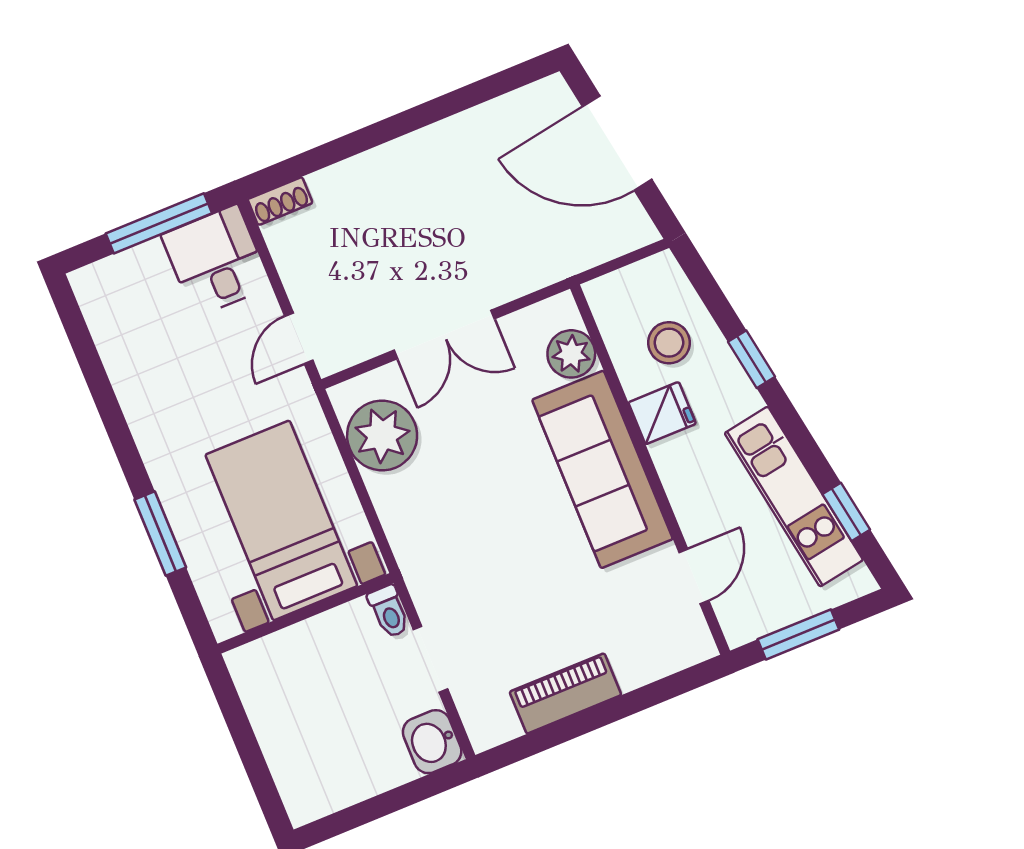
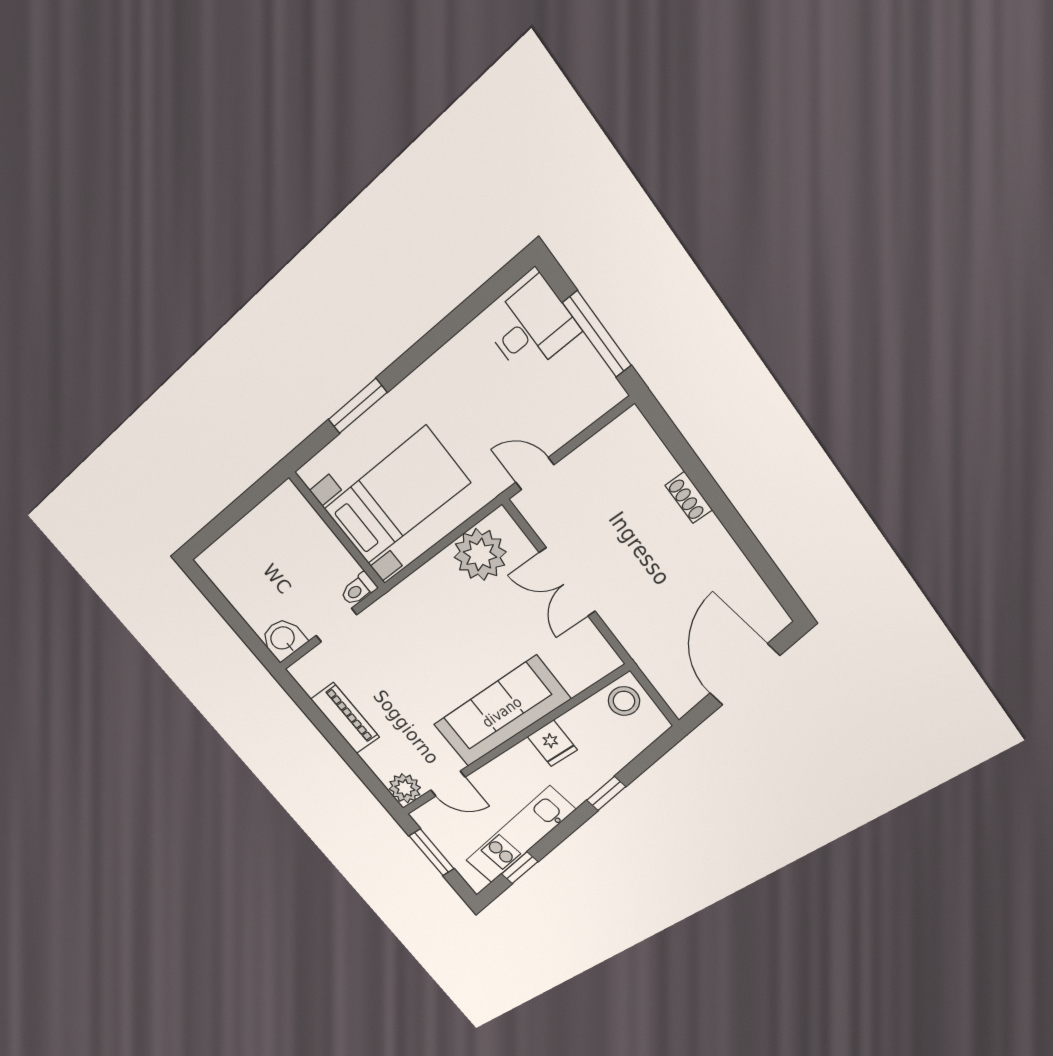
shoe rack: (280, 201) -> (689, 498), moved
desk: (216, 261) -> (531, 327), moved
stool: (669, 343) -> (624, 701), moved
plant: (571, 354) -> (405, 788), moved

